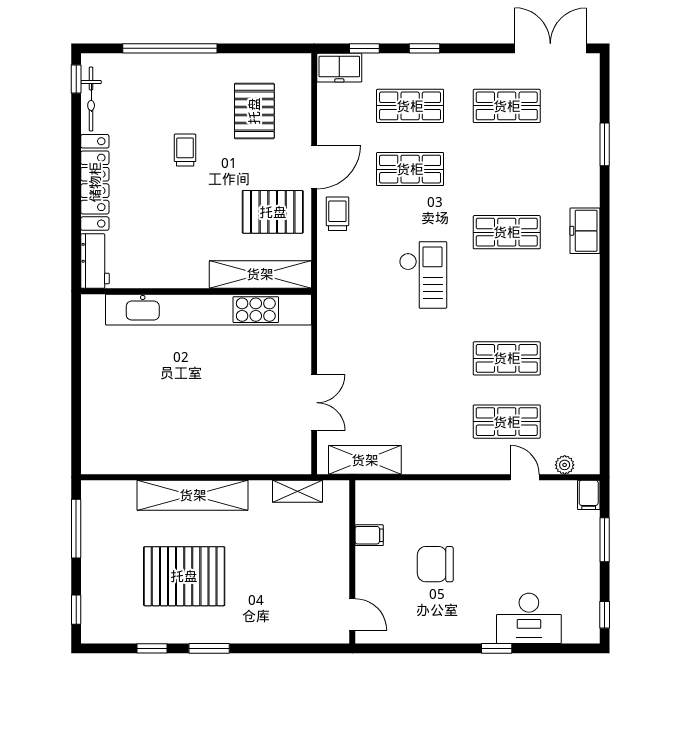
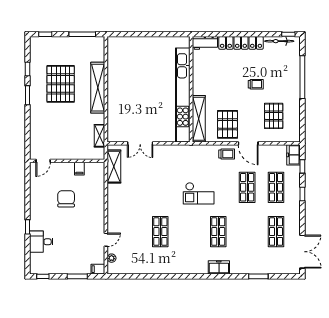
pallet: (254, 111) -> (274, 116), turned 90
shop shelf: (507, 422) -> (131, 232), removed
desk: (529, 618) -> (41, 242), width x0.73

